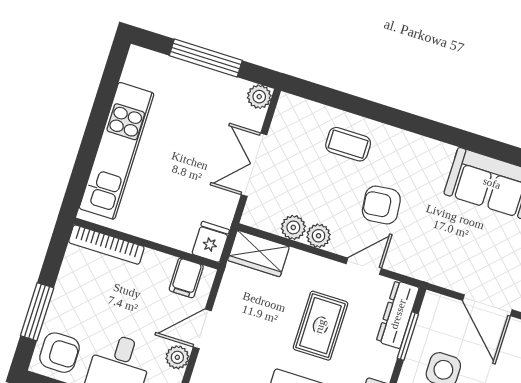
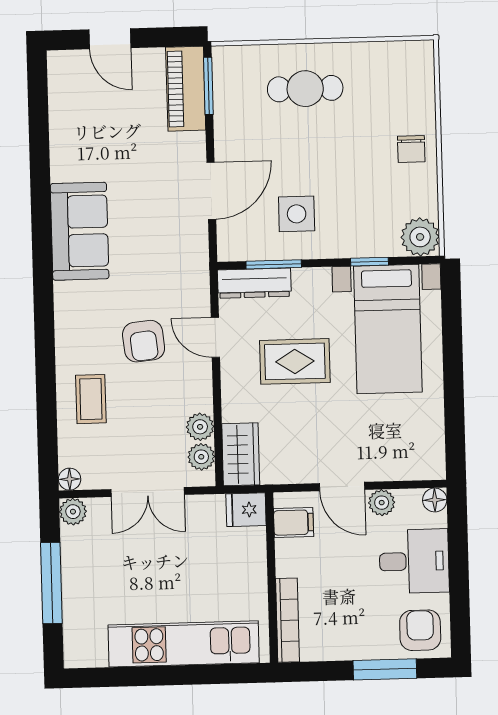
floor lamp: (287, 103) -> (70, 479), added
plant: (319, 236) -> (201, 457), moved

